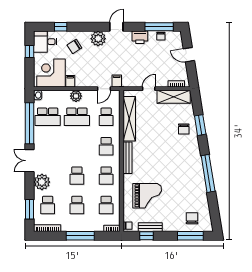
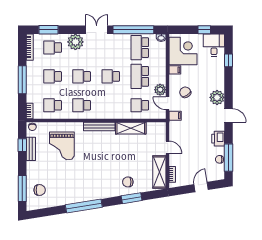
chair: (74, 46) -> (185, 92), moved
plant: (76, 96) -> (160, 90), moved
shelving: (129, 119) -> (131, 128), width x0.68
school desk: (106, 146) -> (111, 76), moved

